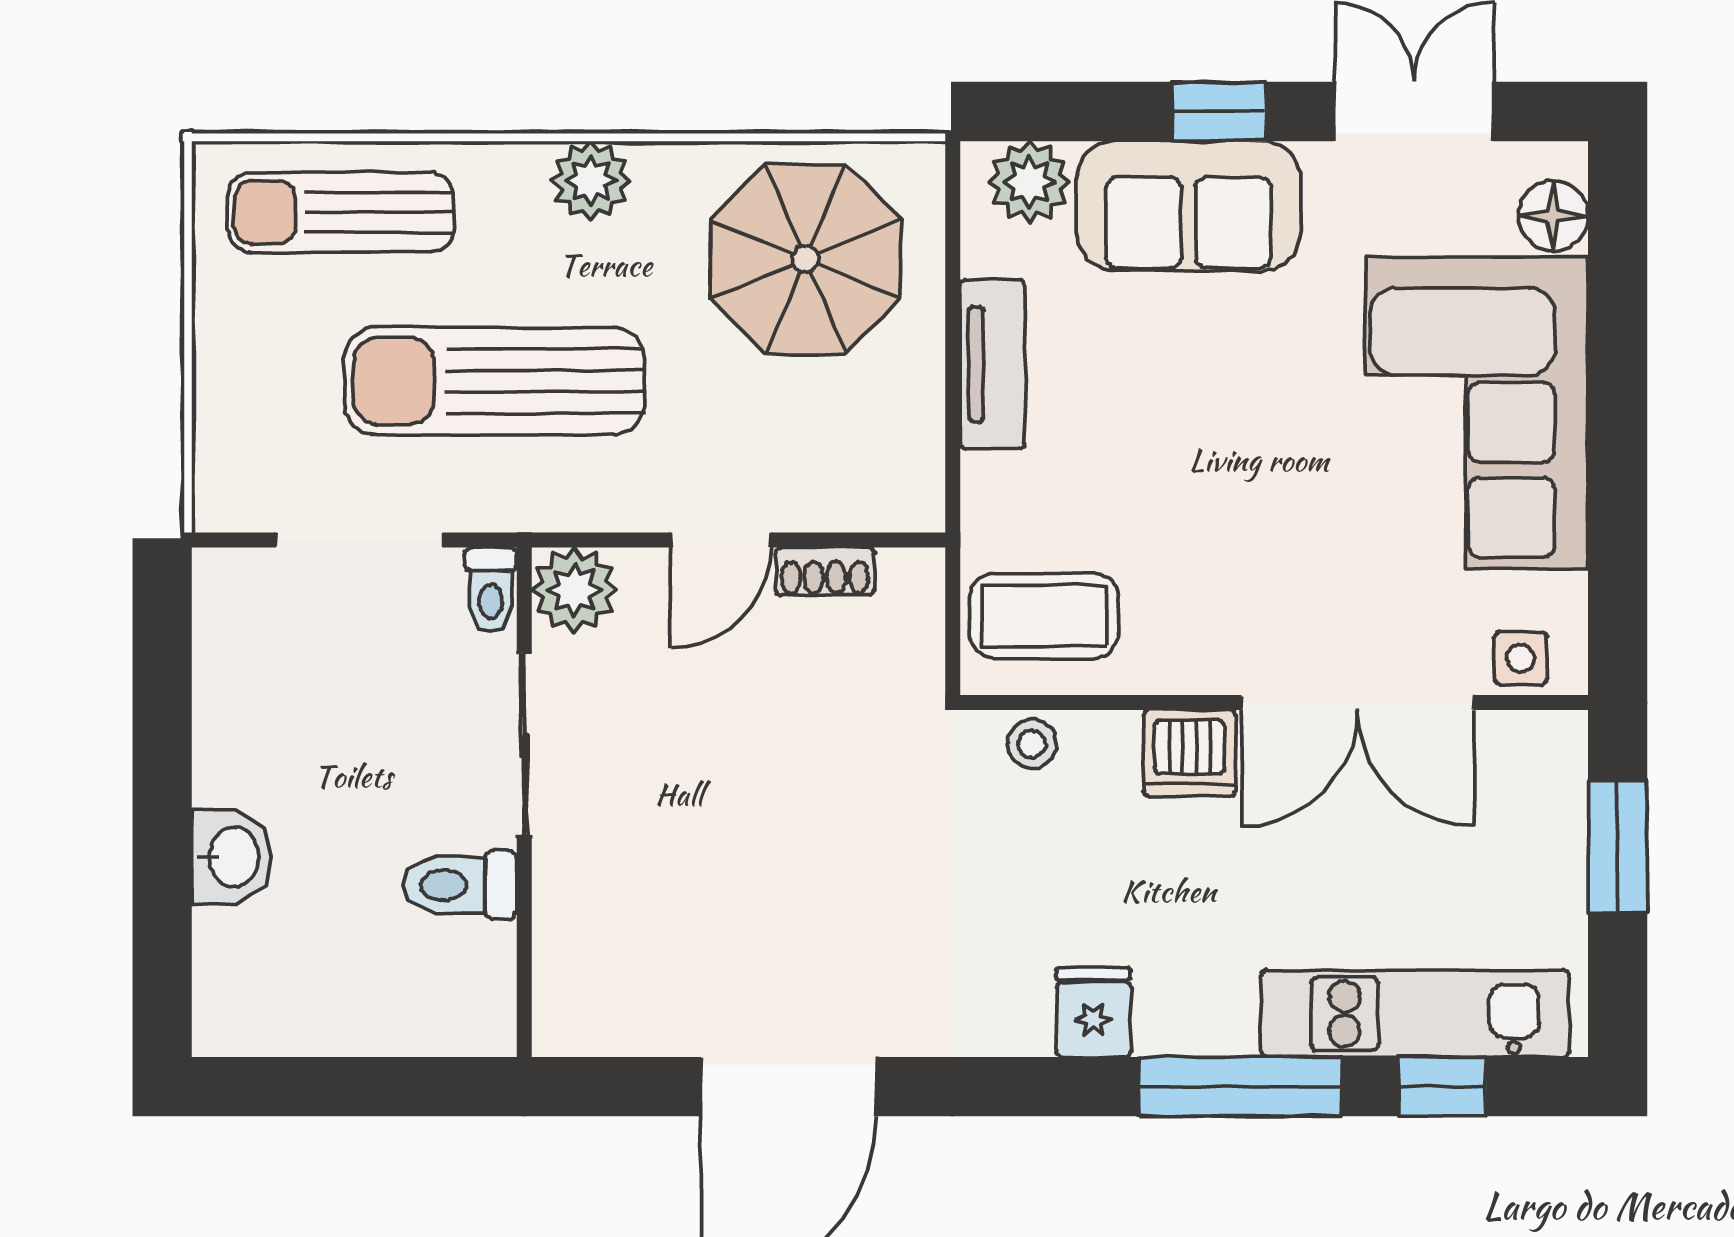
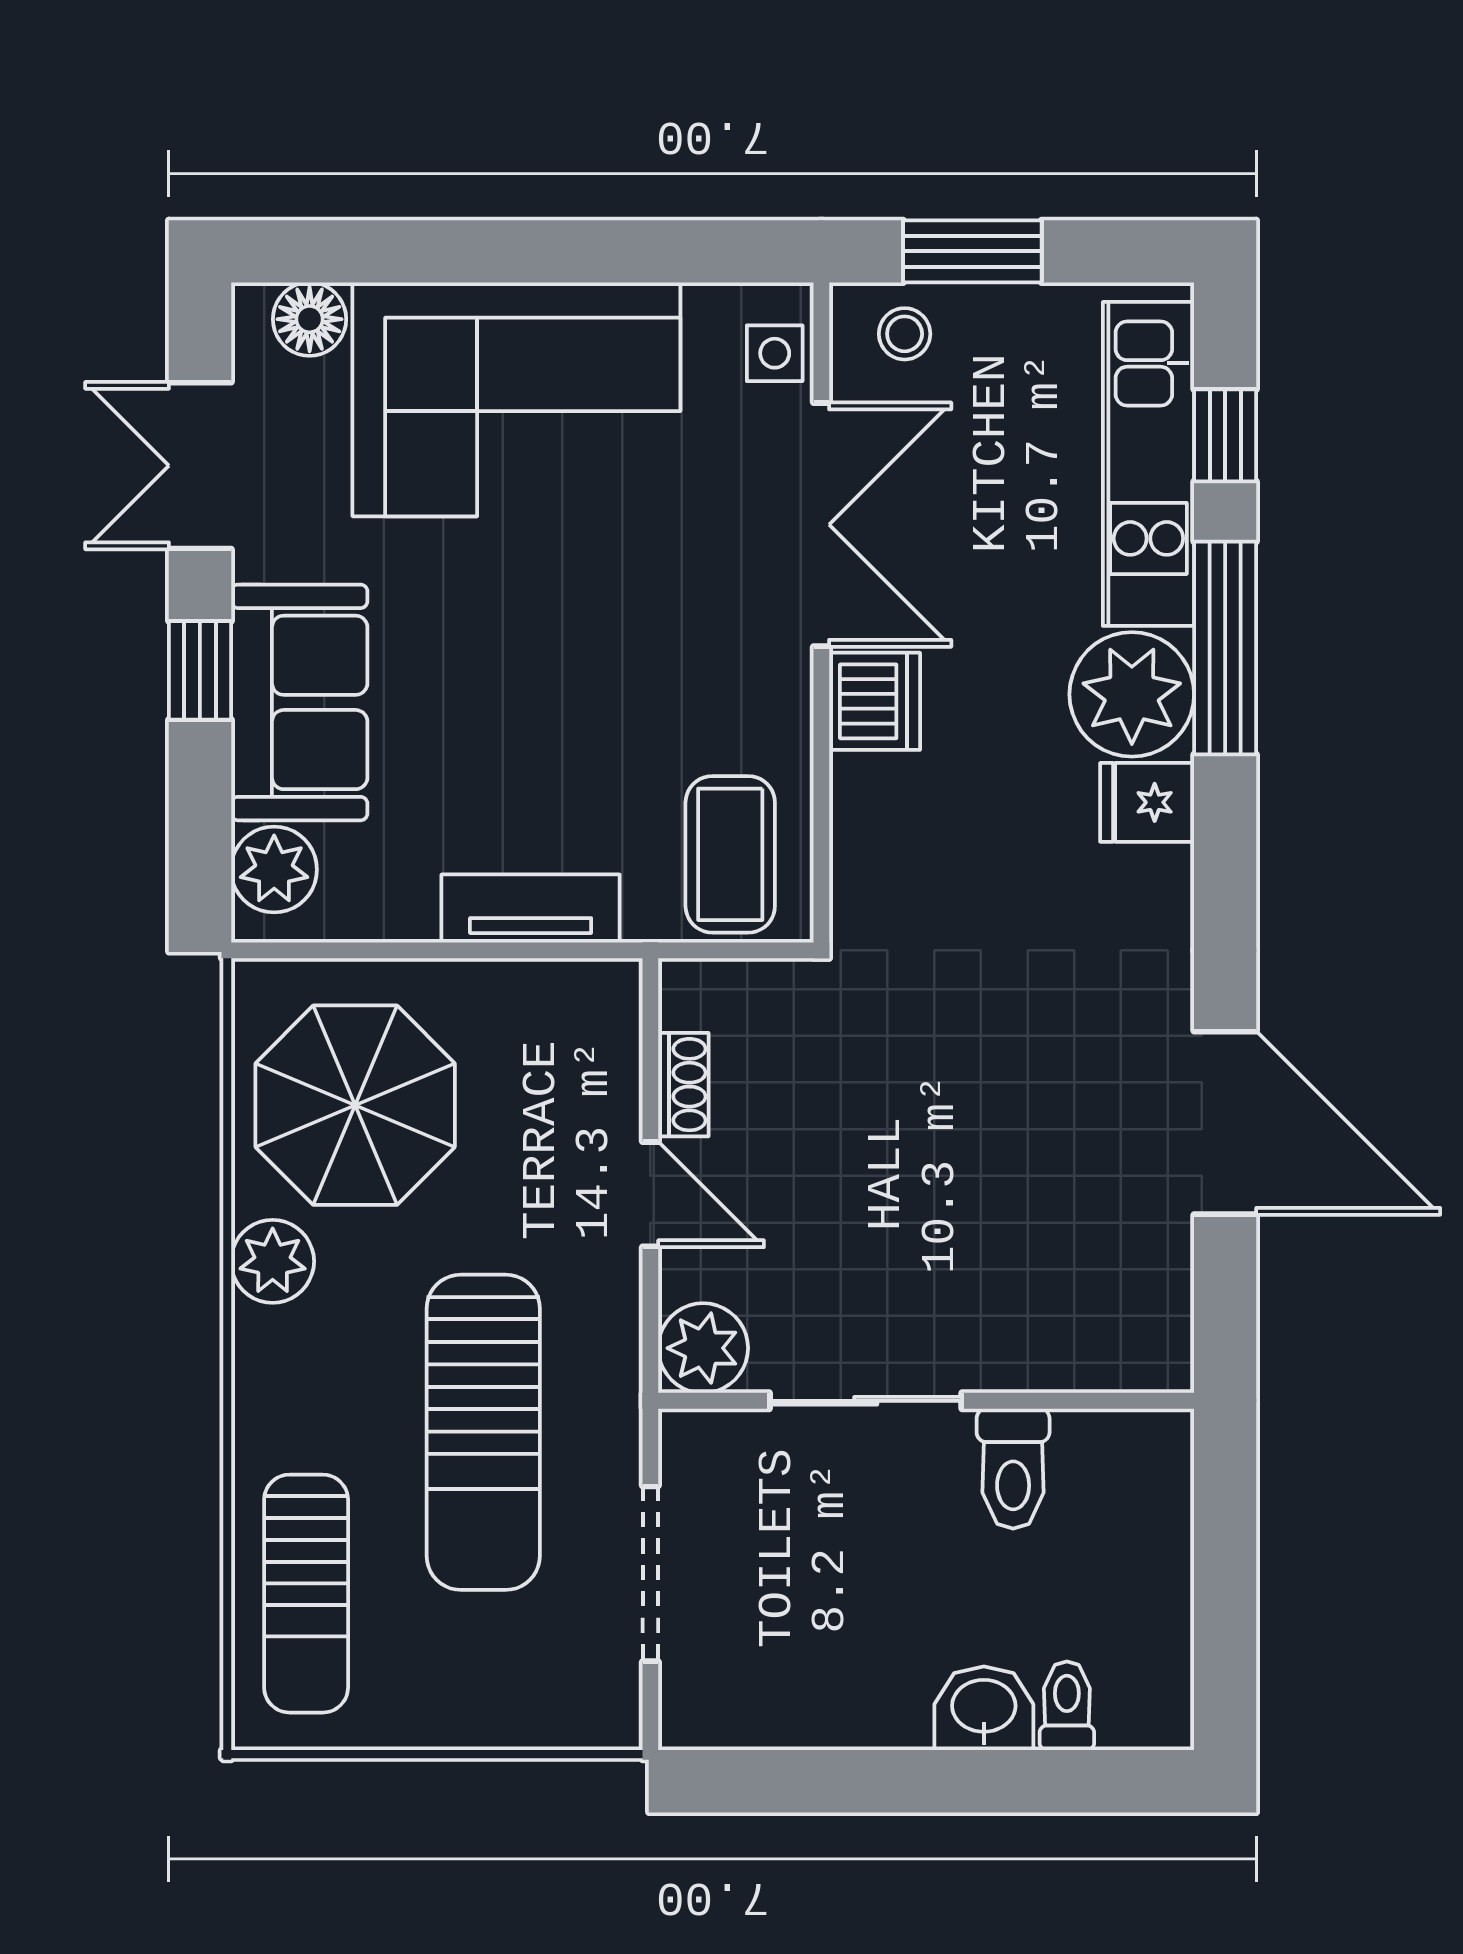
plant: (591, 180) -> (273, 1261), moved
tv unit: (992, 364) -> (531, 909), moved
toilet: (491, 590) -> (1067, 1706), moved, turned -90
stool: (1032, 744) -> (905, 334), moved
plant: (1196, 998) -> (1132, 694), added

